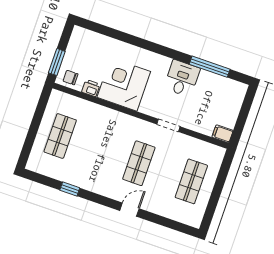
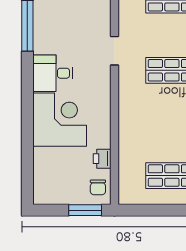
desk: (182, 78) -> (53, 73), moved
corner desk: (124, 84) -> (60, 120), moved, turned 180

